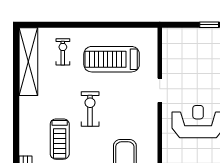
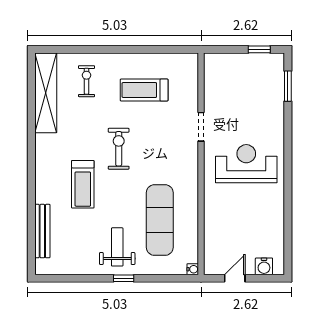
treadmill: (112, 59) -> (144, 90), width x0.73, depth x0.73

